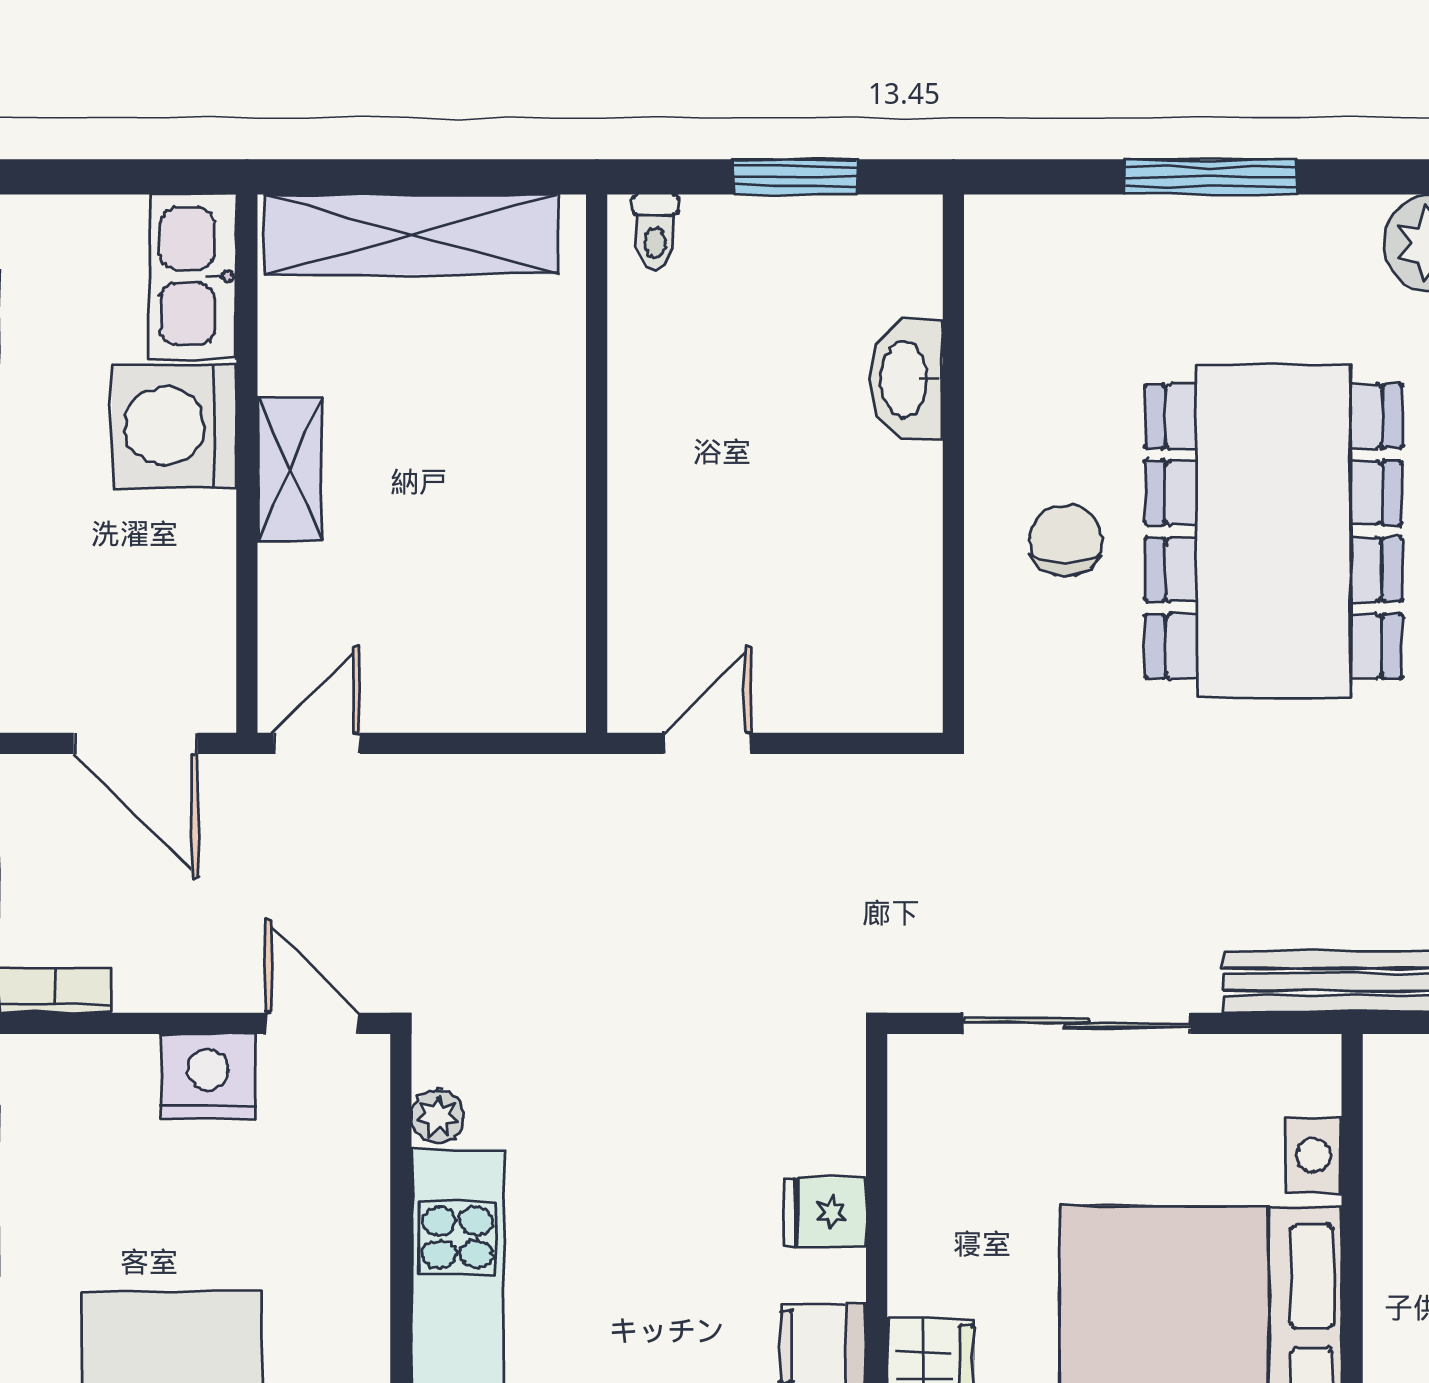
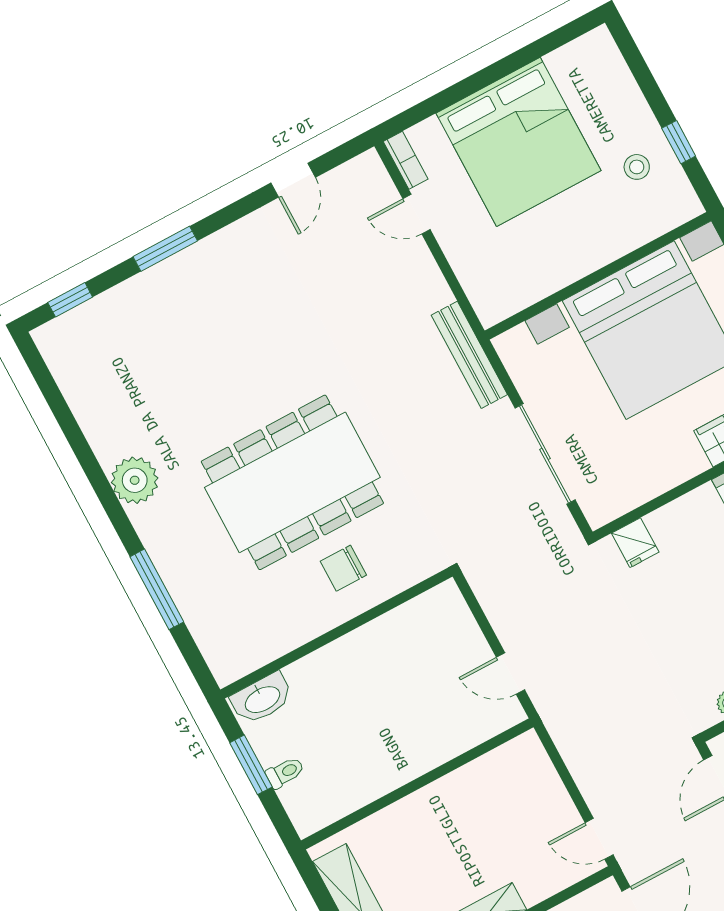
toilet: (655, 232) -> (285, 772), moved
washbasin: (906, 379) -> (262, 699), moved
fridge: (825, 1212) -> (635, 543), moved

